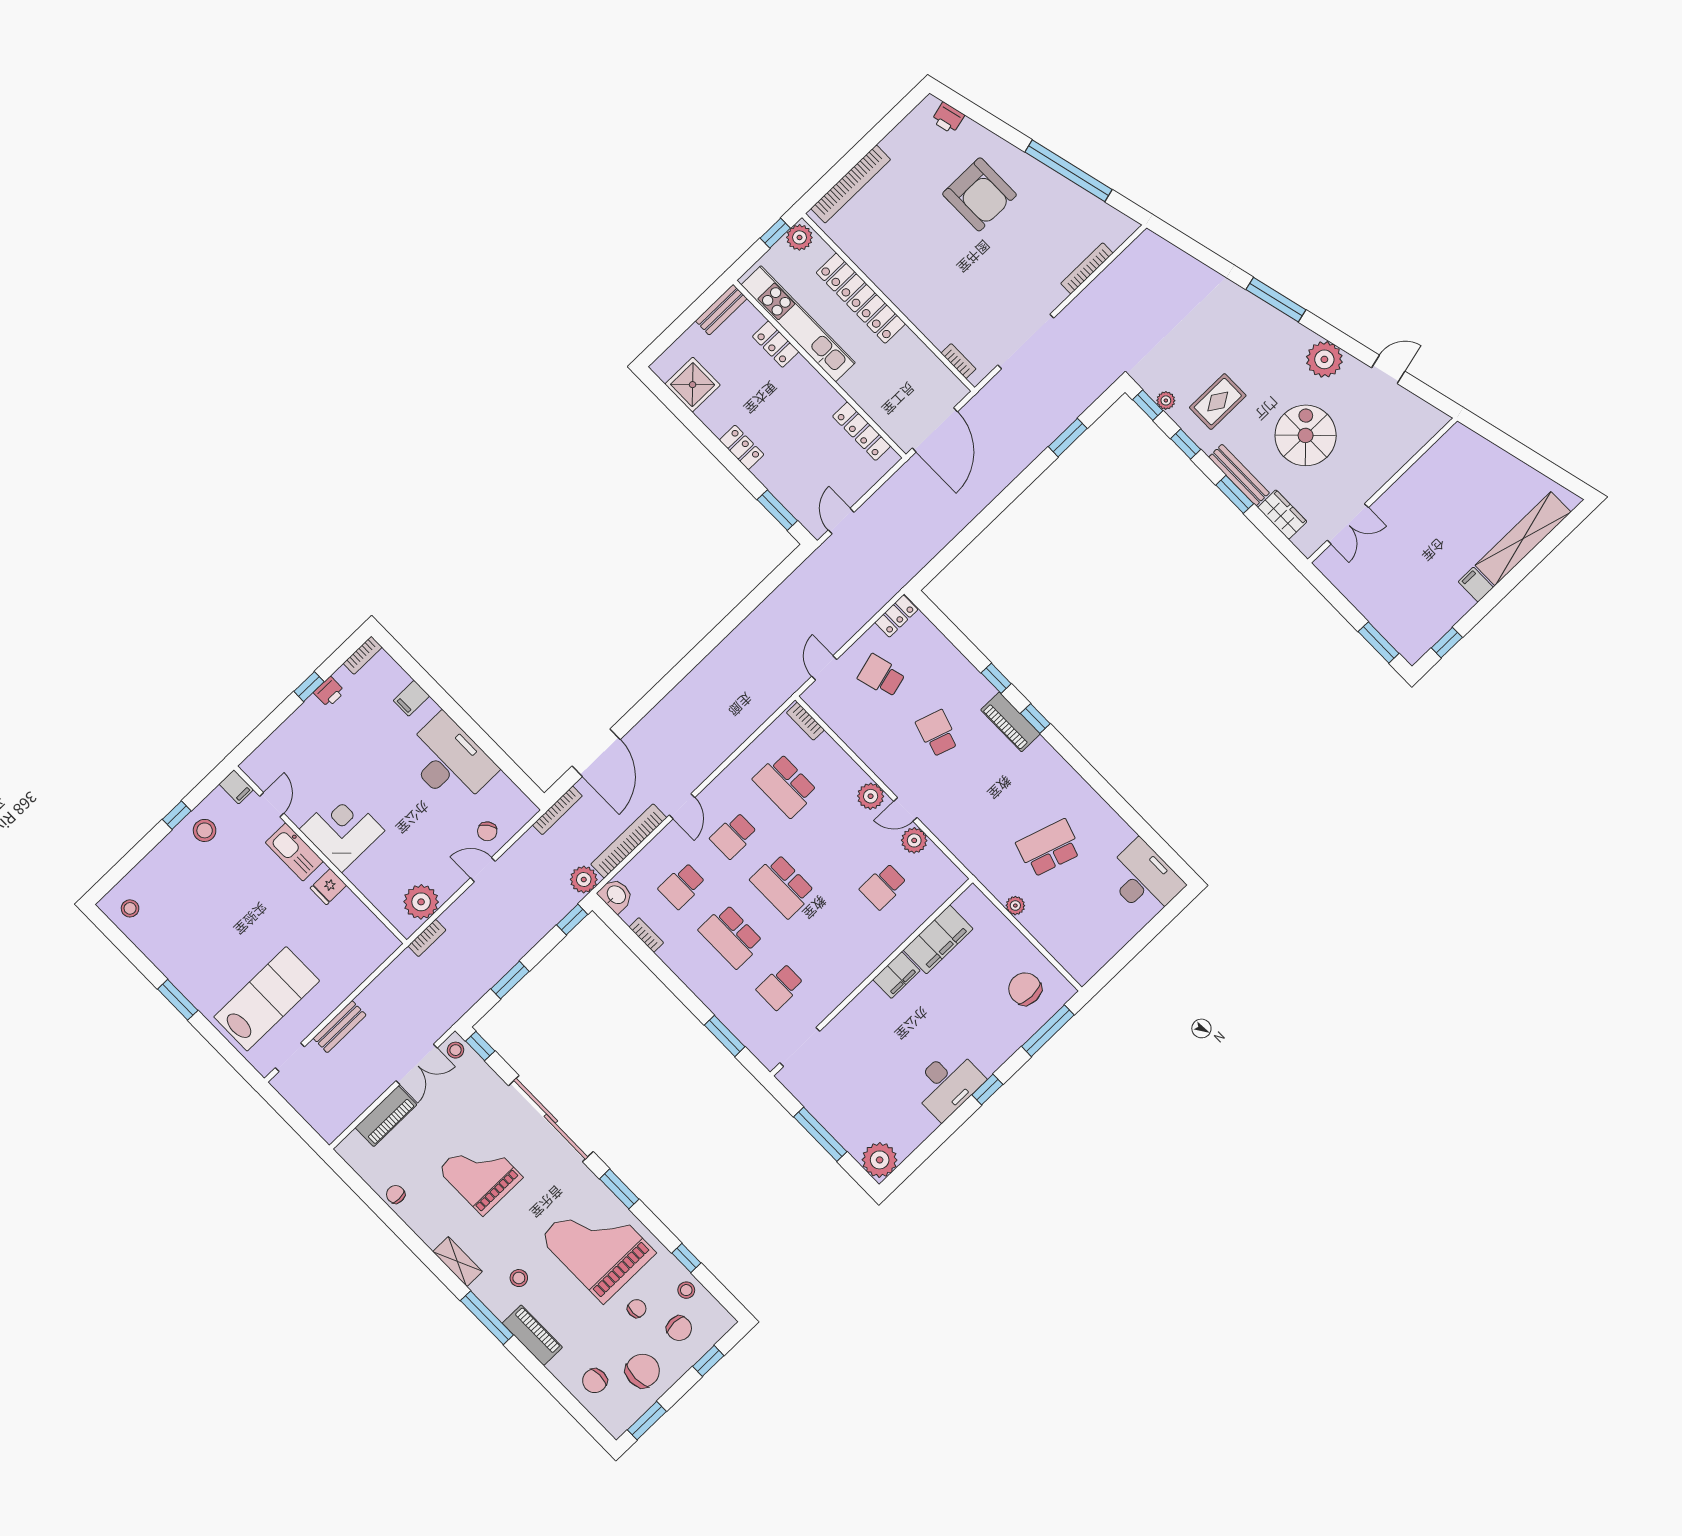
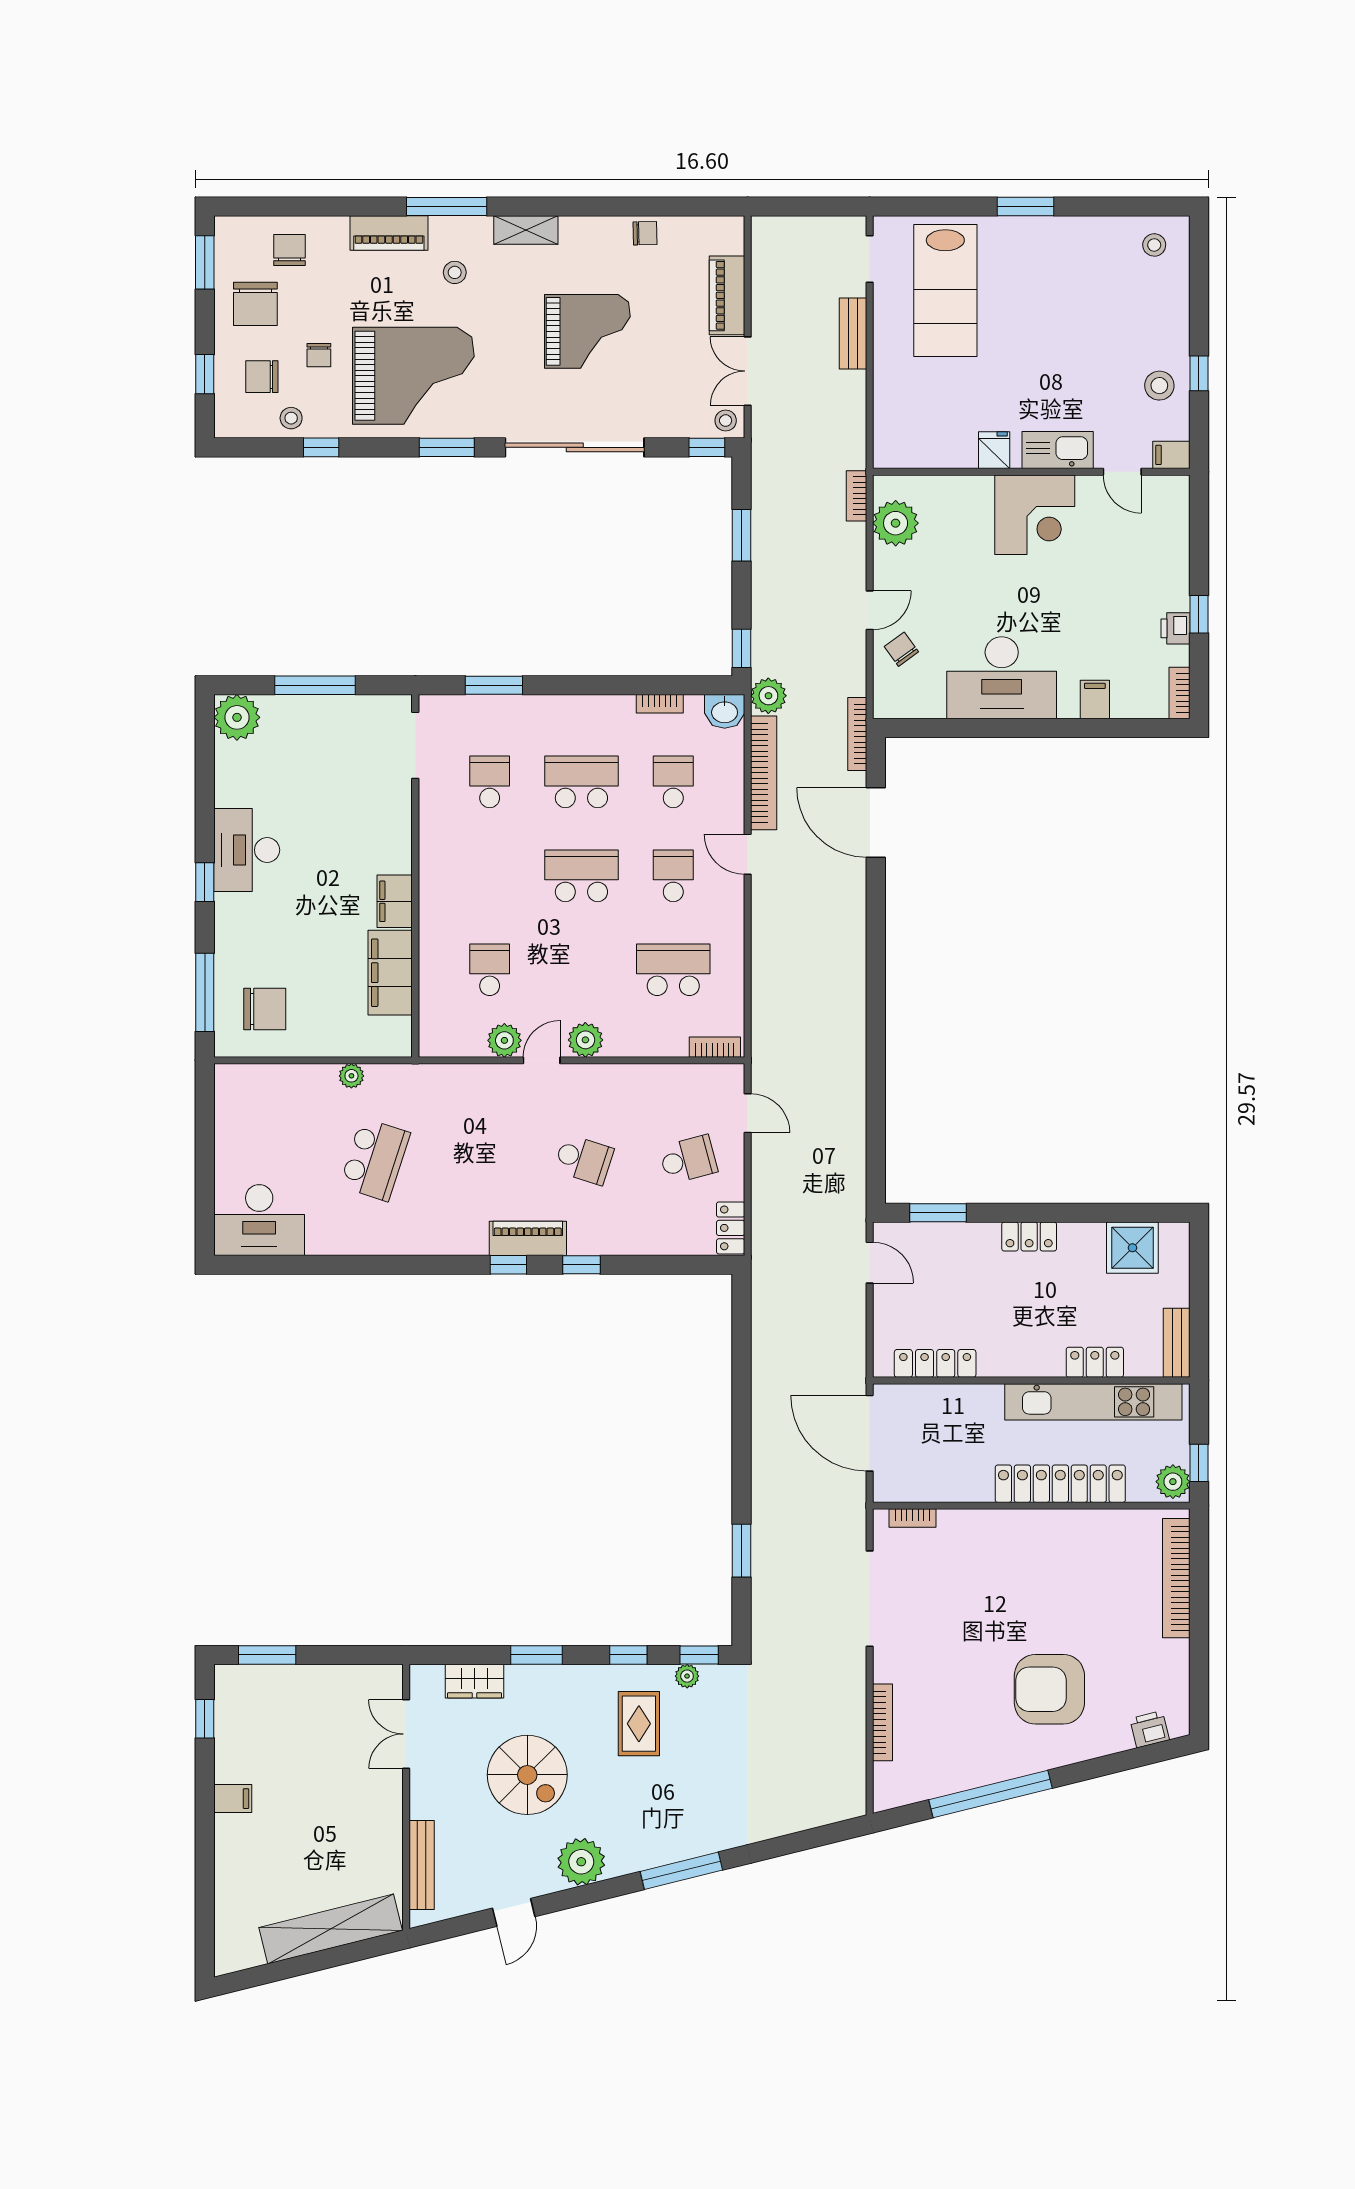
bench: (1239, 475) -> (422, 1865), moved, turned 90
shelving: (1523, 539) -> (331, 1929), moved, turned 76

